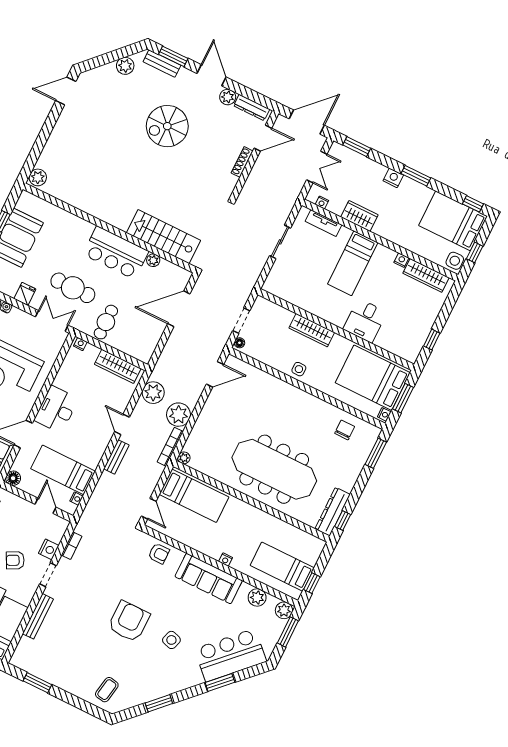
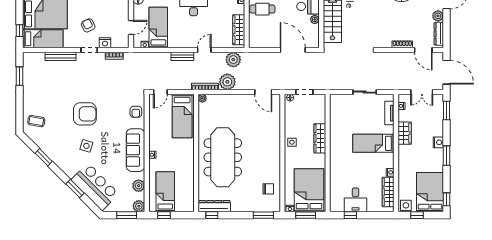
desk: (365, 321) -> (355, 200), moved, turned -90

